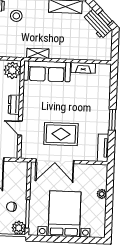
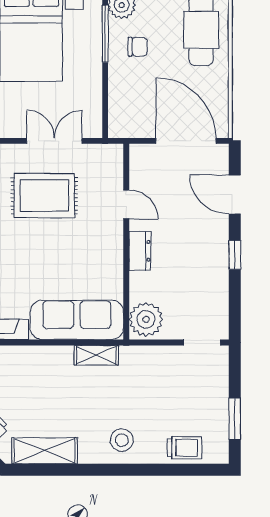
stool: (16, 16) -> (122, 440), moved
double door: (55, 161) -> (54, 141), width x0.73

